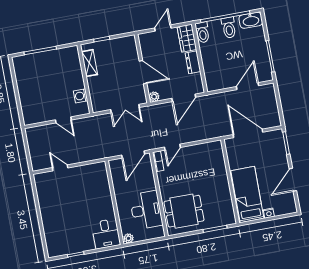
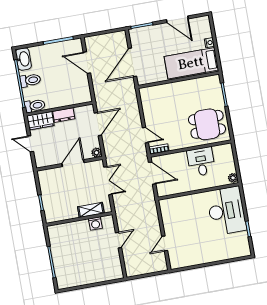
shelving: (89, 63) -> (91, 210), moved
door: (184, 98) -> (98, 124), hinge flipped
desk: (146, 210) -> (201, 162), width x0.73
dining table: (184, 211) -> (207, 124), turned 90
desk: (106, 234) -> (226, 211), width x1.87, depth x1.30

